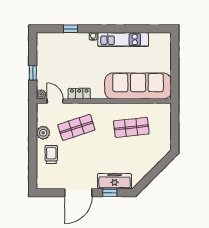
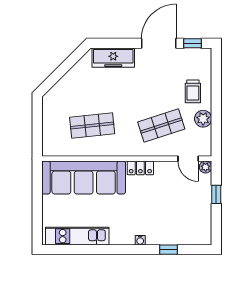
kitchen unit: (123, 40) -> (77, 236), moved
locker: (79, 94) -> (140, 168), moved
window: (110, 193) -> (193, 43), moved

